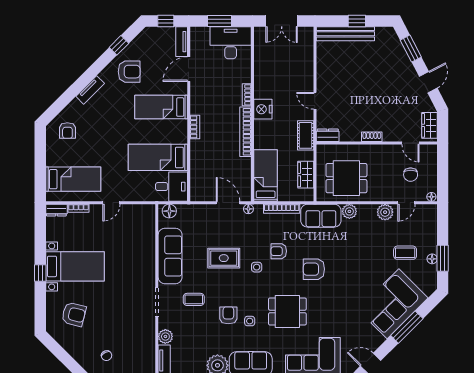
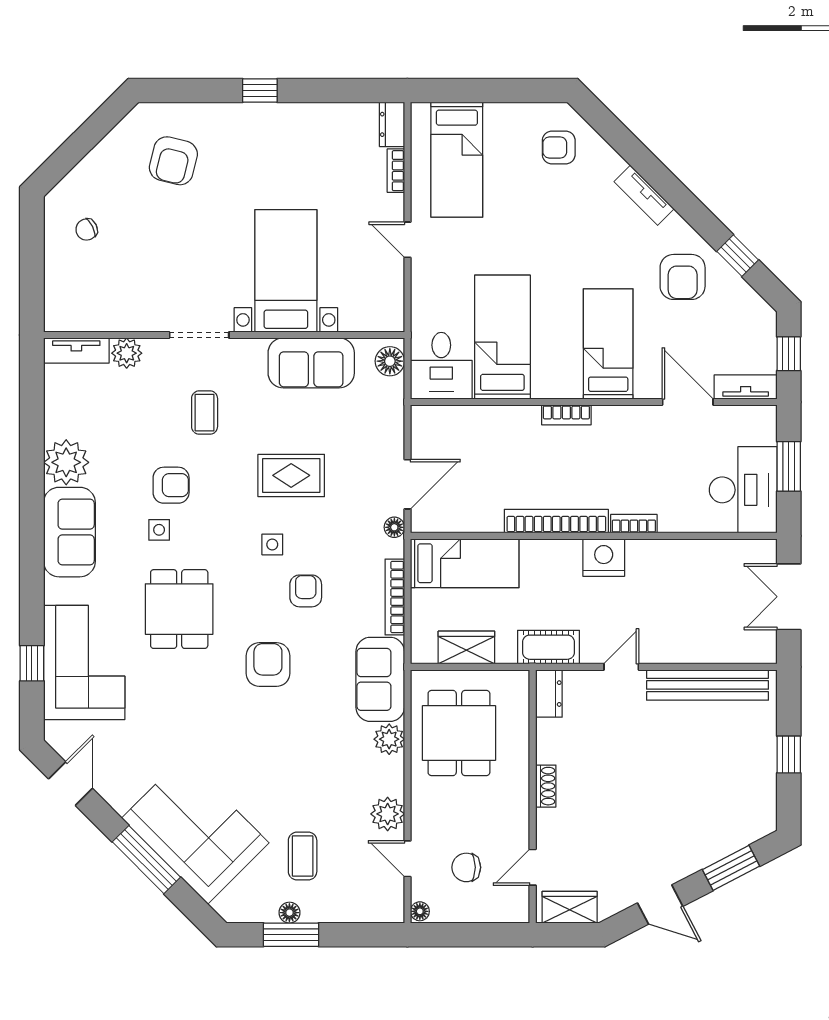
bench: (345, 34) -> (708, 685), moved, turned 90
sofa: (170, 256) -> (311, 363), width x0.73
rug: (224, 258) -> (291, 475), turned 90
bed with nightstands: (75, 266) -> (286, 271), moved, turned 180

